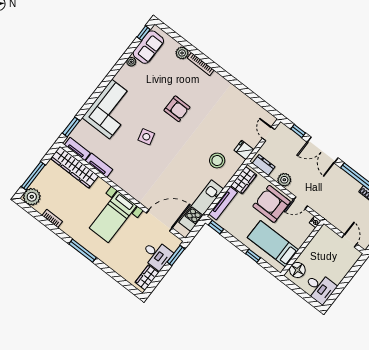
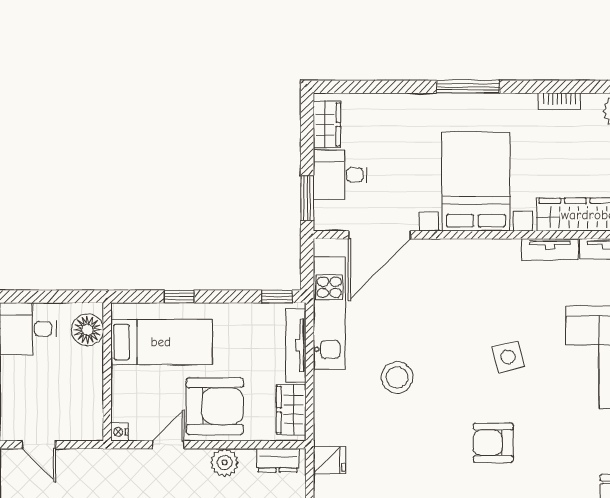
stool: (217, 160) -> (397, 377), moved
bed with nightstands: (113, 217) -> (476, 182), width x1.36

